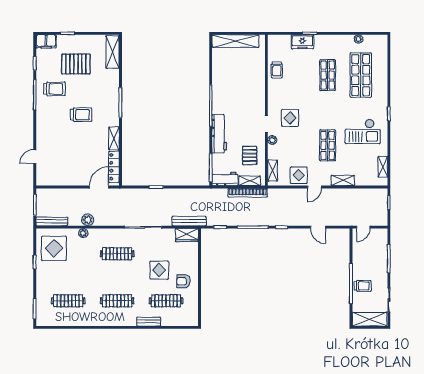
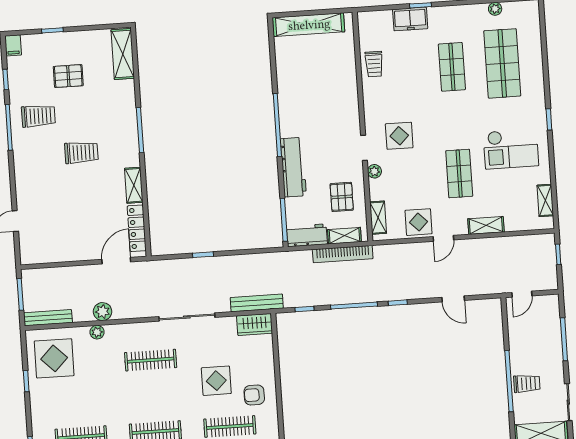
filing cabinet: (46, 41) -> (13, 45), width x0.50
pallet: (76, 64) -> (68, 76), width x0.67, depth x0.71

